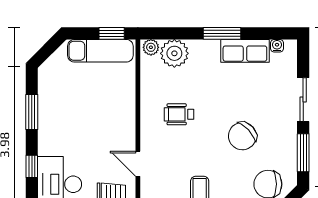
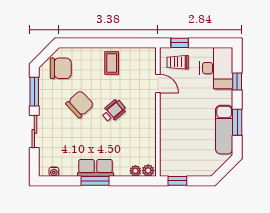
exam couch: (100, 51) -> (224, 130), moved, turned -90
row of seats: (245, 51) -> (96, 168), moved
plant: (174, 53) -> (135, 171), width x0.53, depth x0.53
wheelchair: (179, 114) -> (114, 111), moved, turned -40

